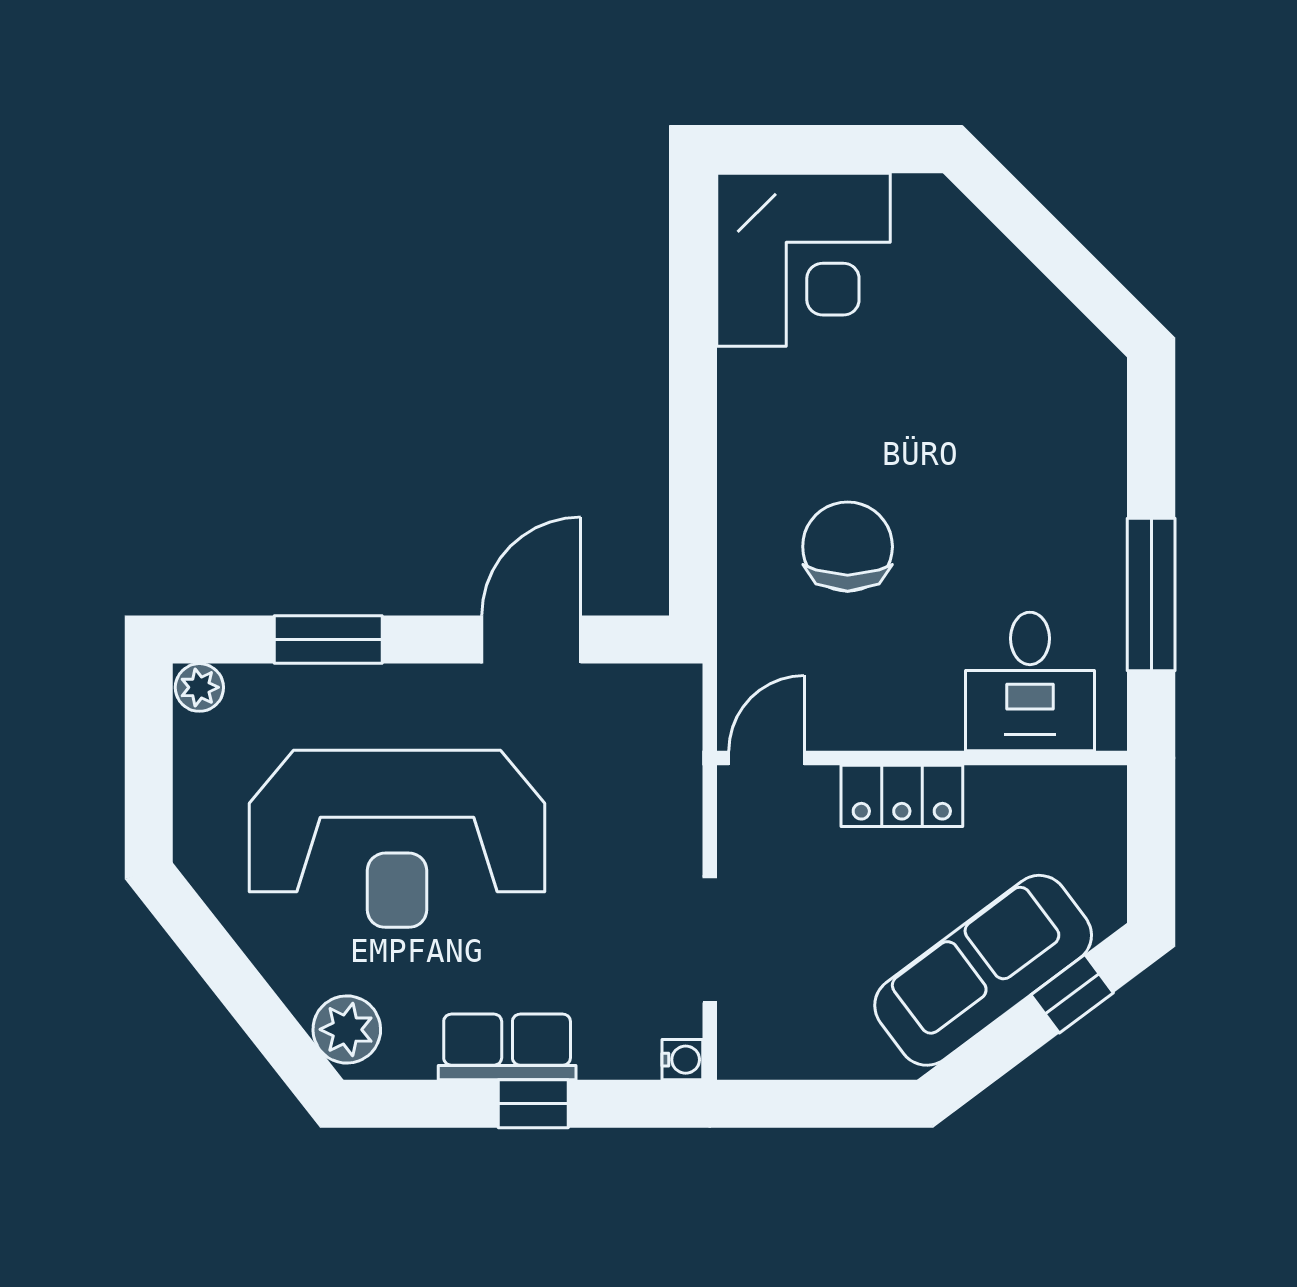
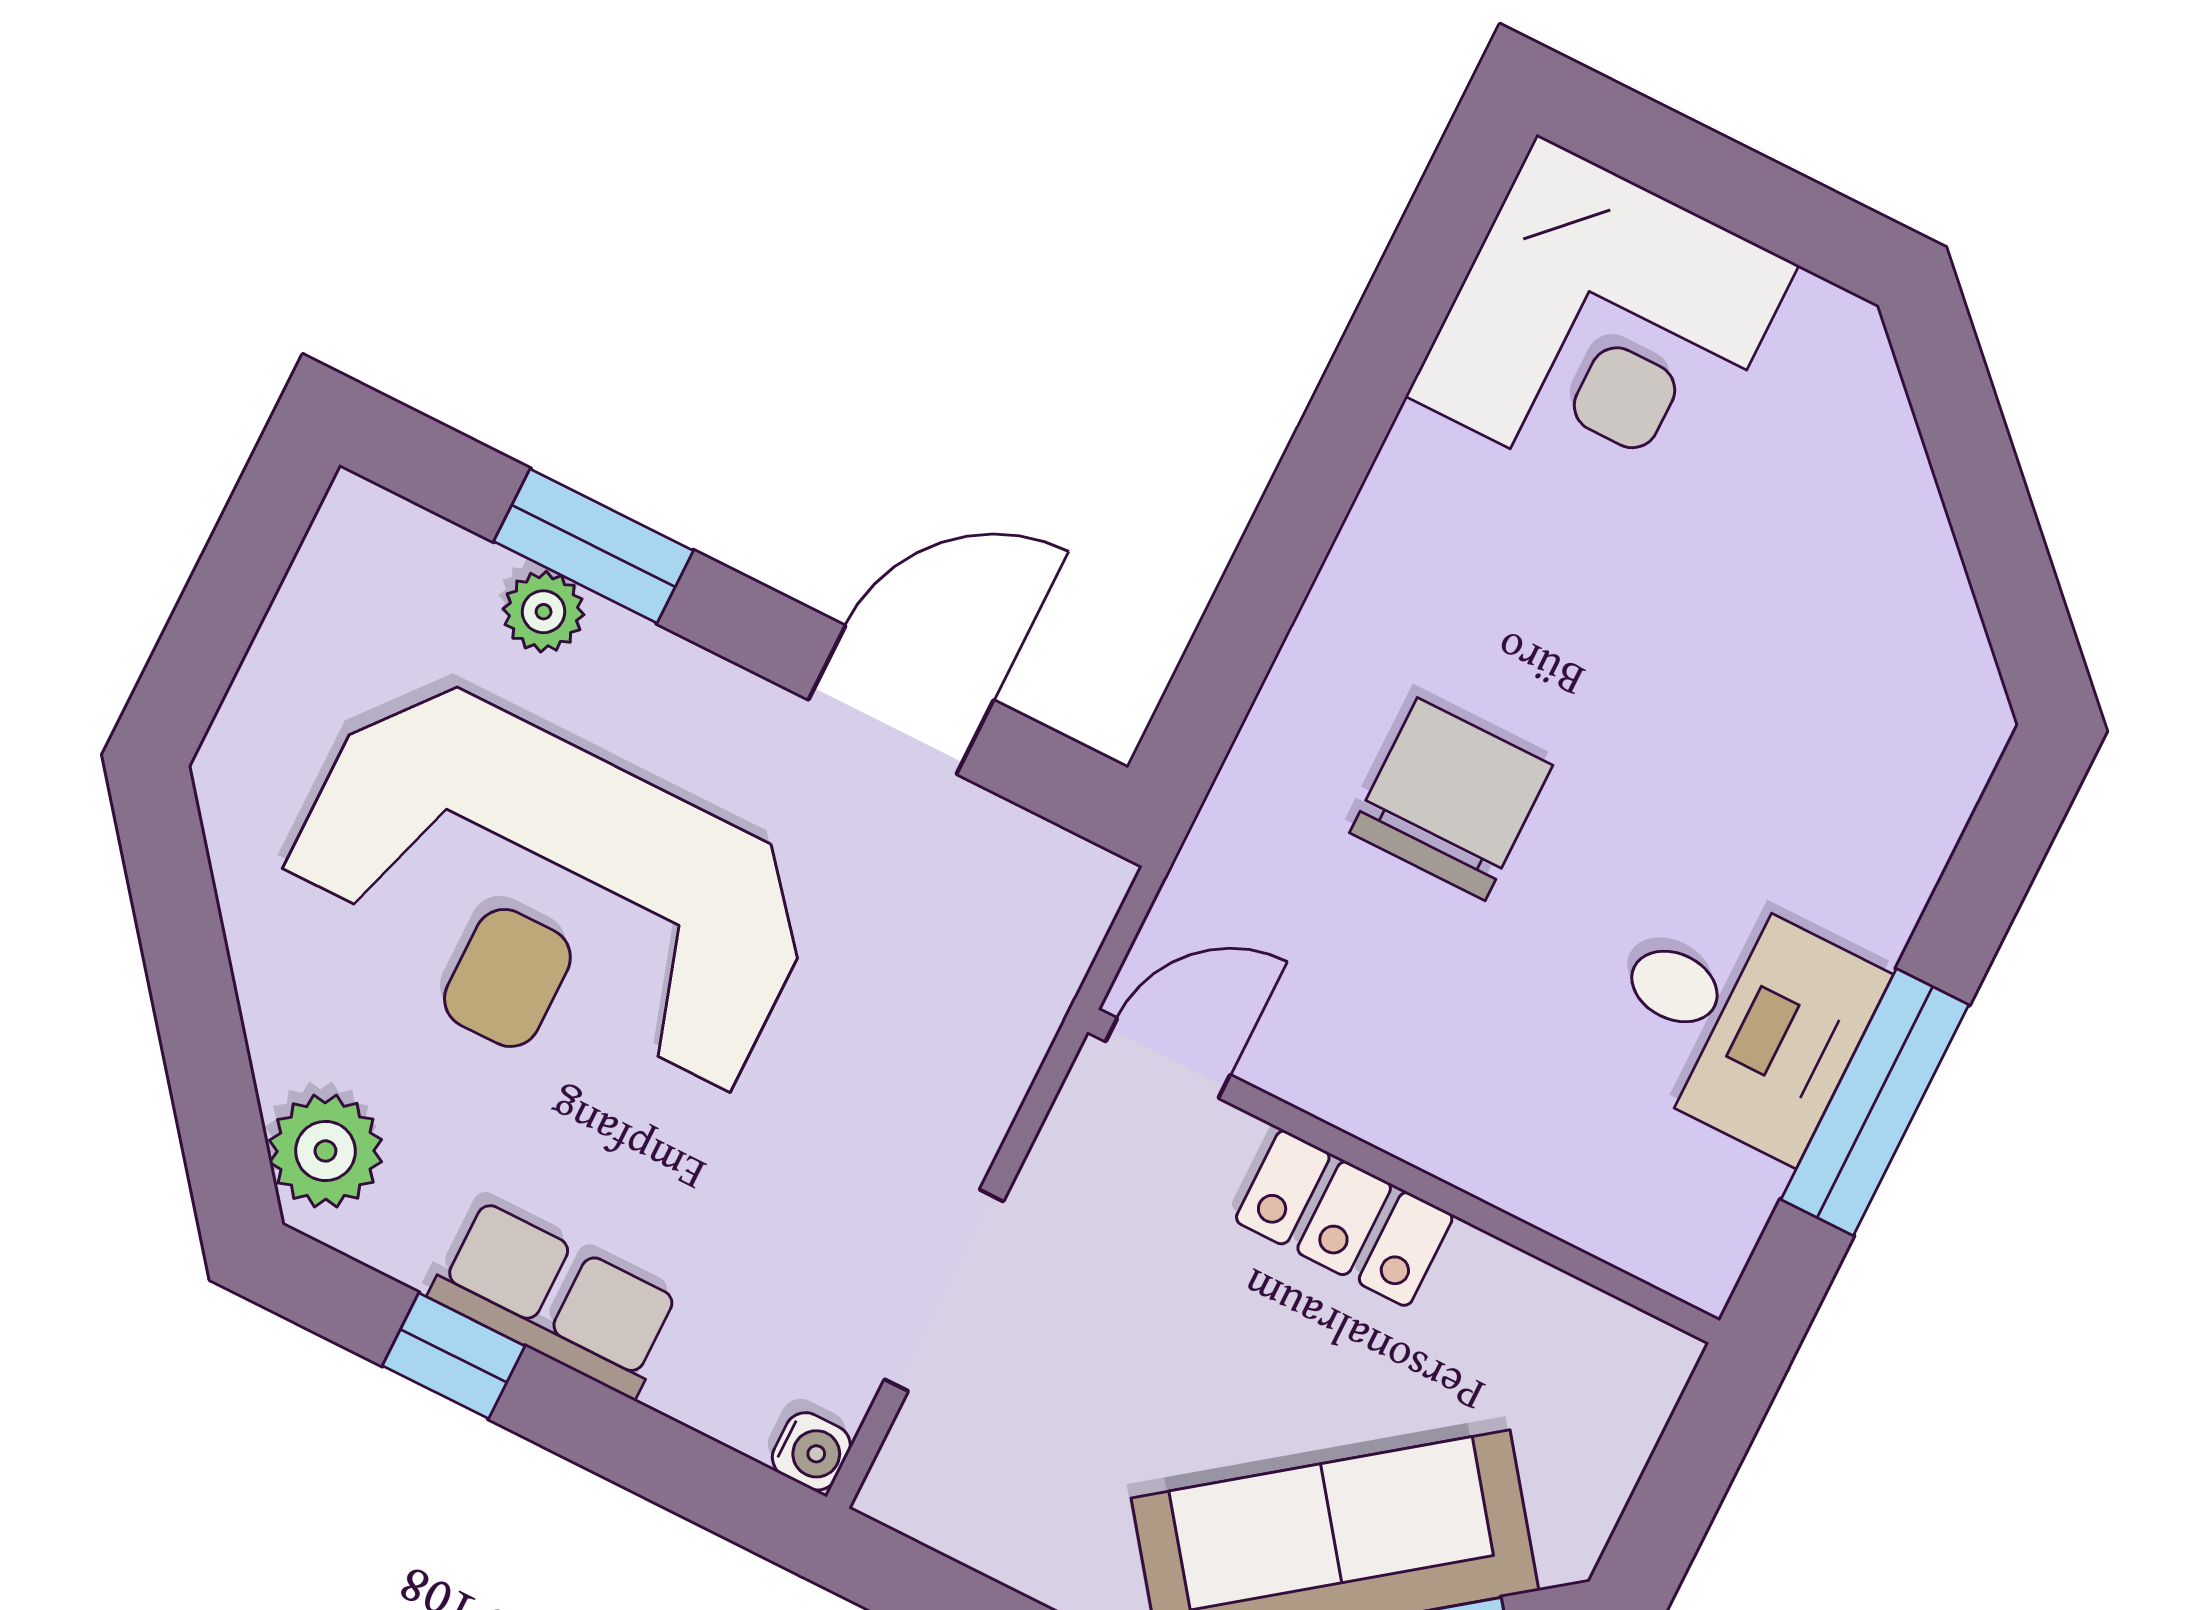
desk: (1030, 681) -> (1740, 1019), moved, turned -90
plant: (199, 687) -> (544, 612), moved
window: (533, 1104) -> (454, 1356), moved

